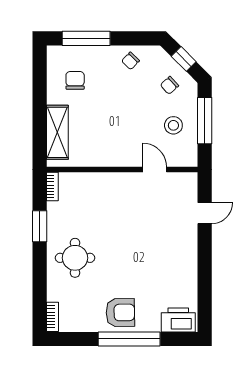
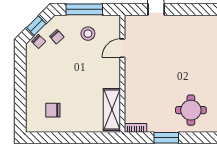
window: (86, 38) -> (20, 101), removed
chair: (130, 61) -> (39, 41), moved
shelving: (57, 132) -> (112, 110), moved, turned 90

